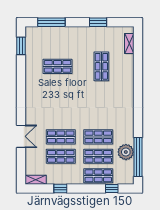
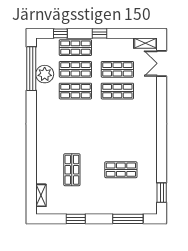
double door: (21, 136) -> (162, 63), moved
window: (60, 189) -> (99, 33), moved

